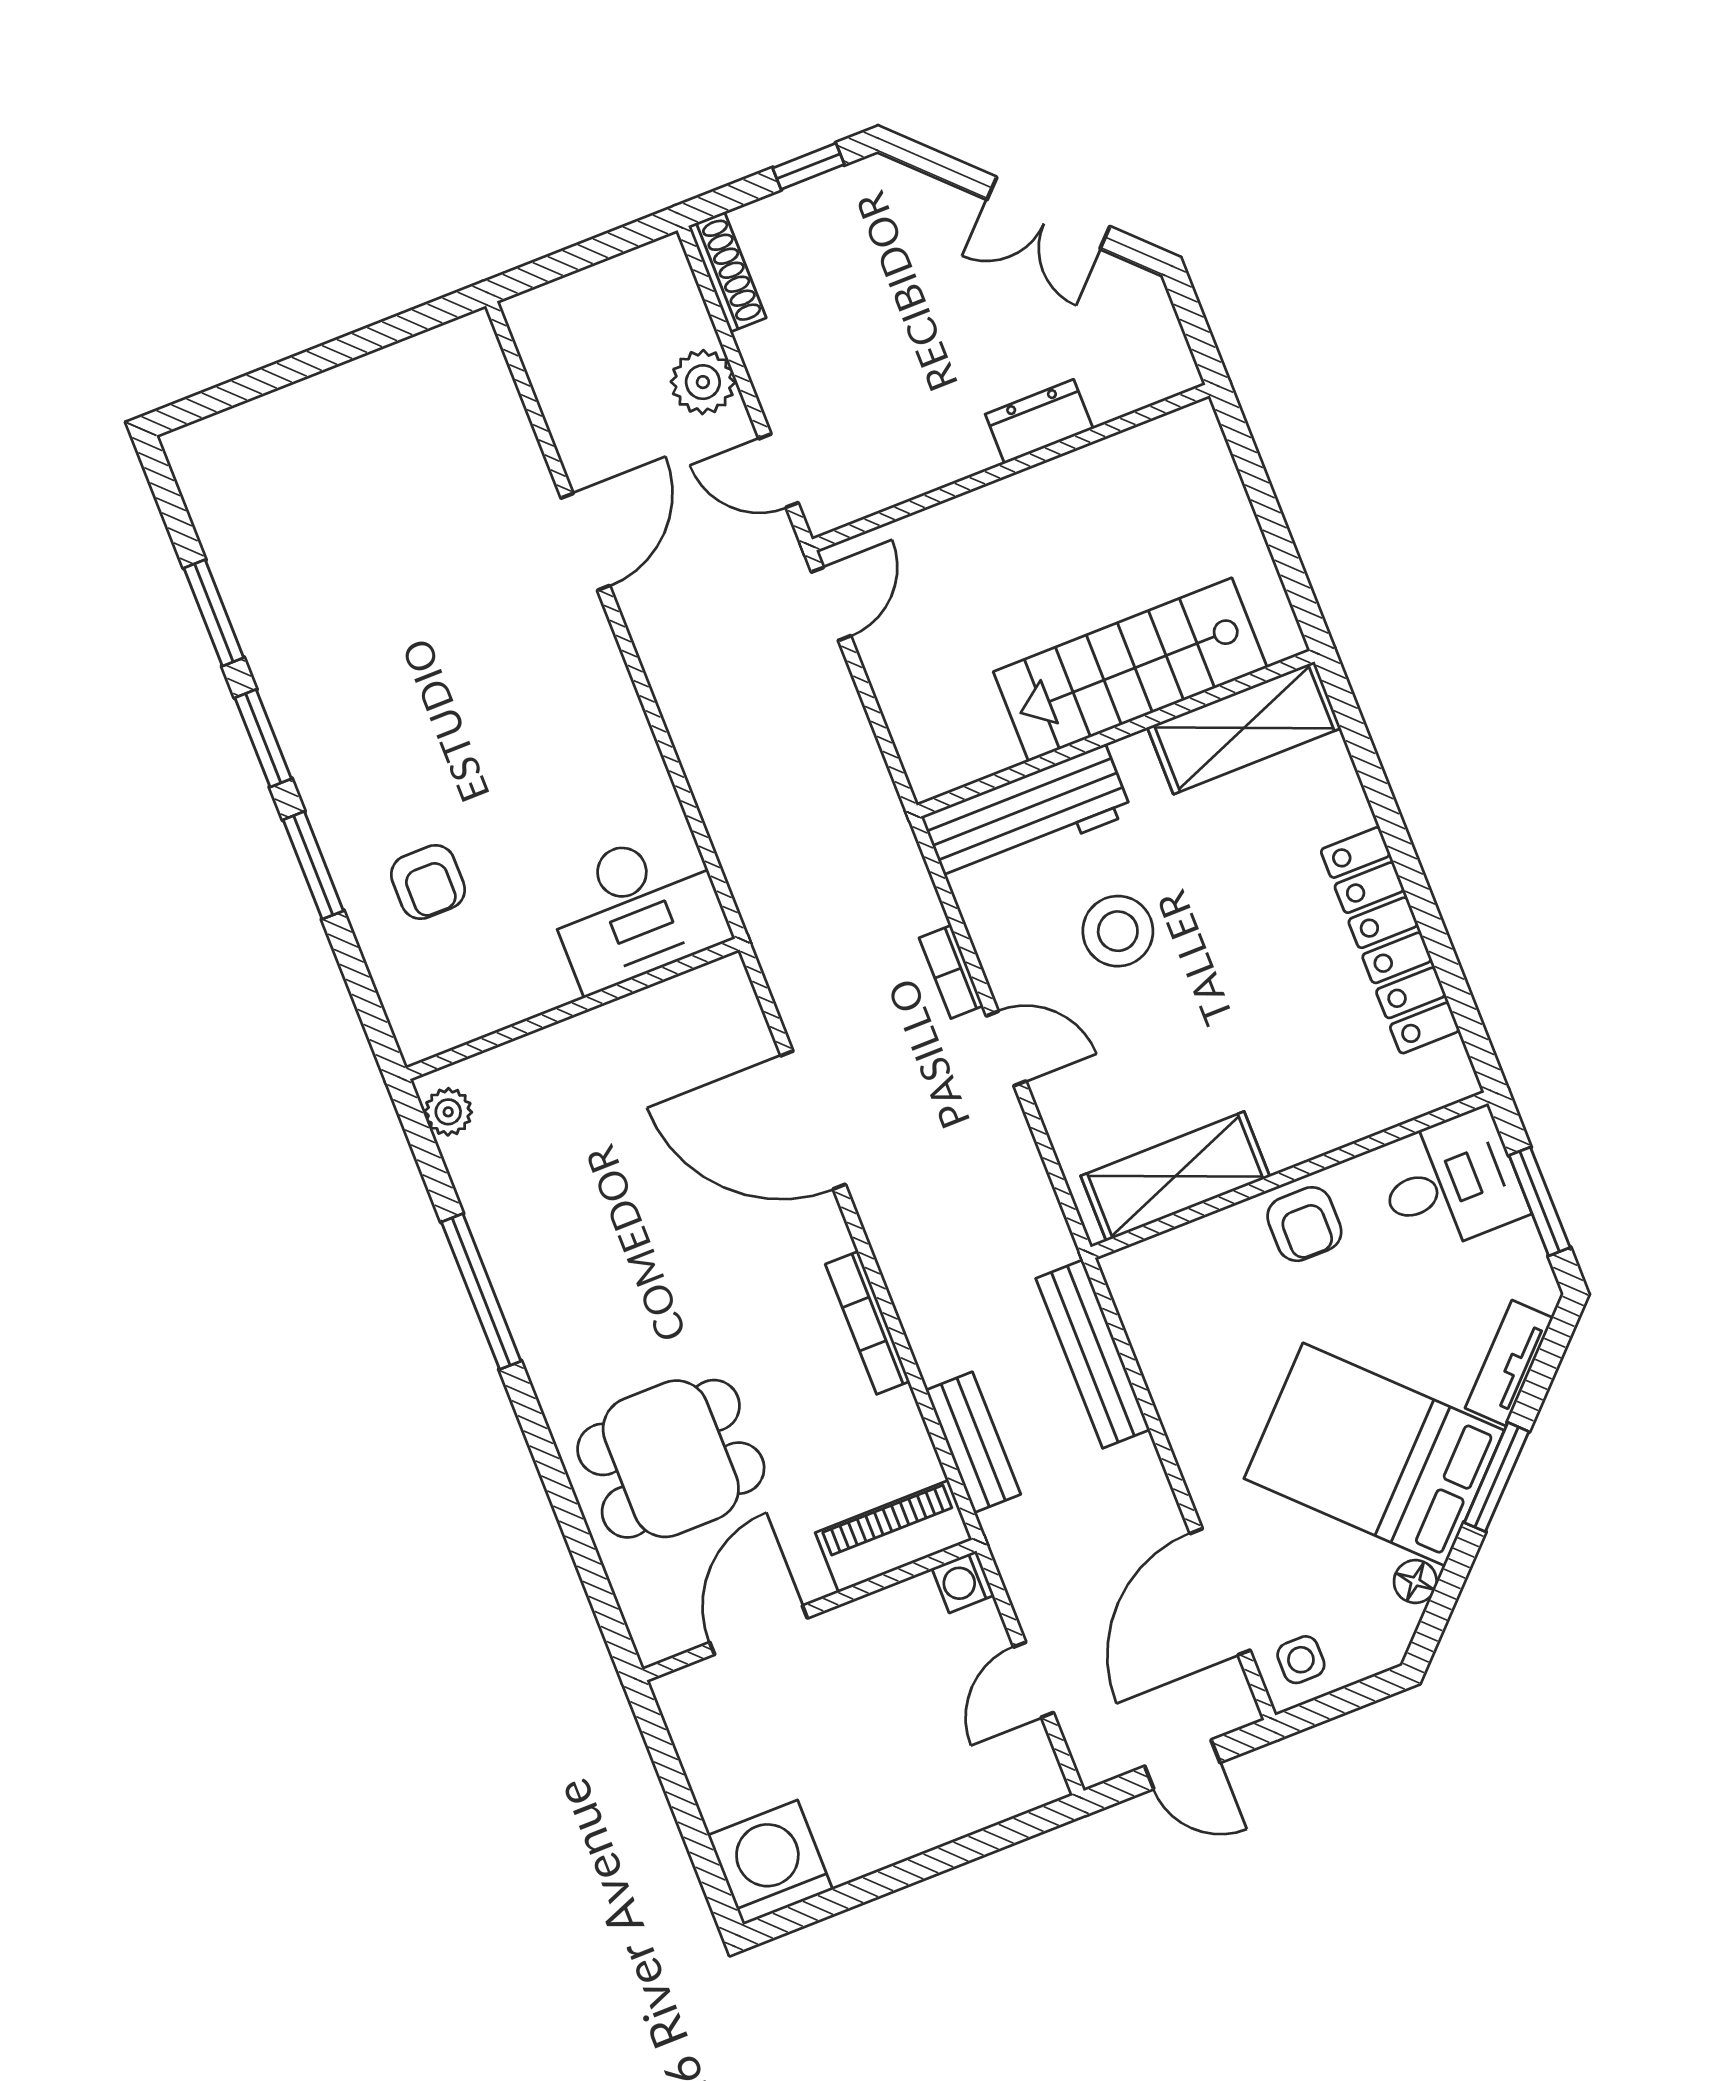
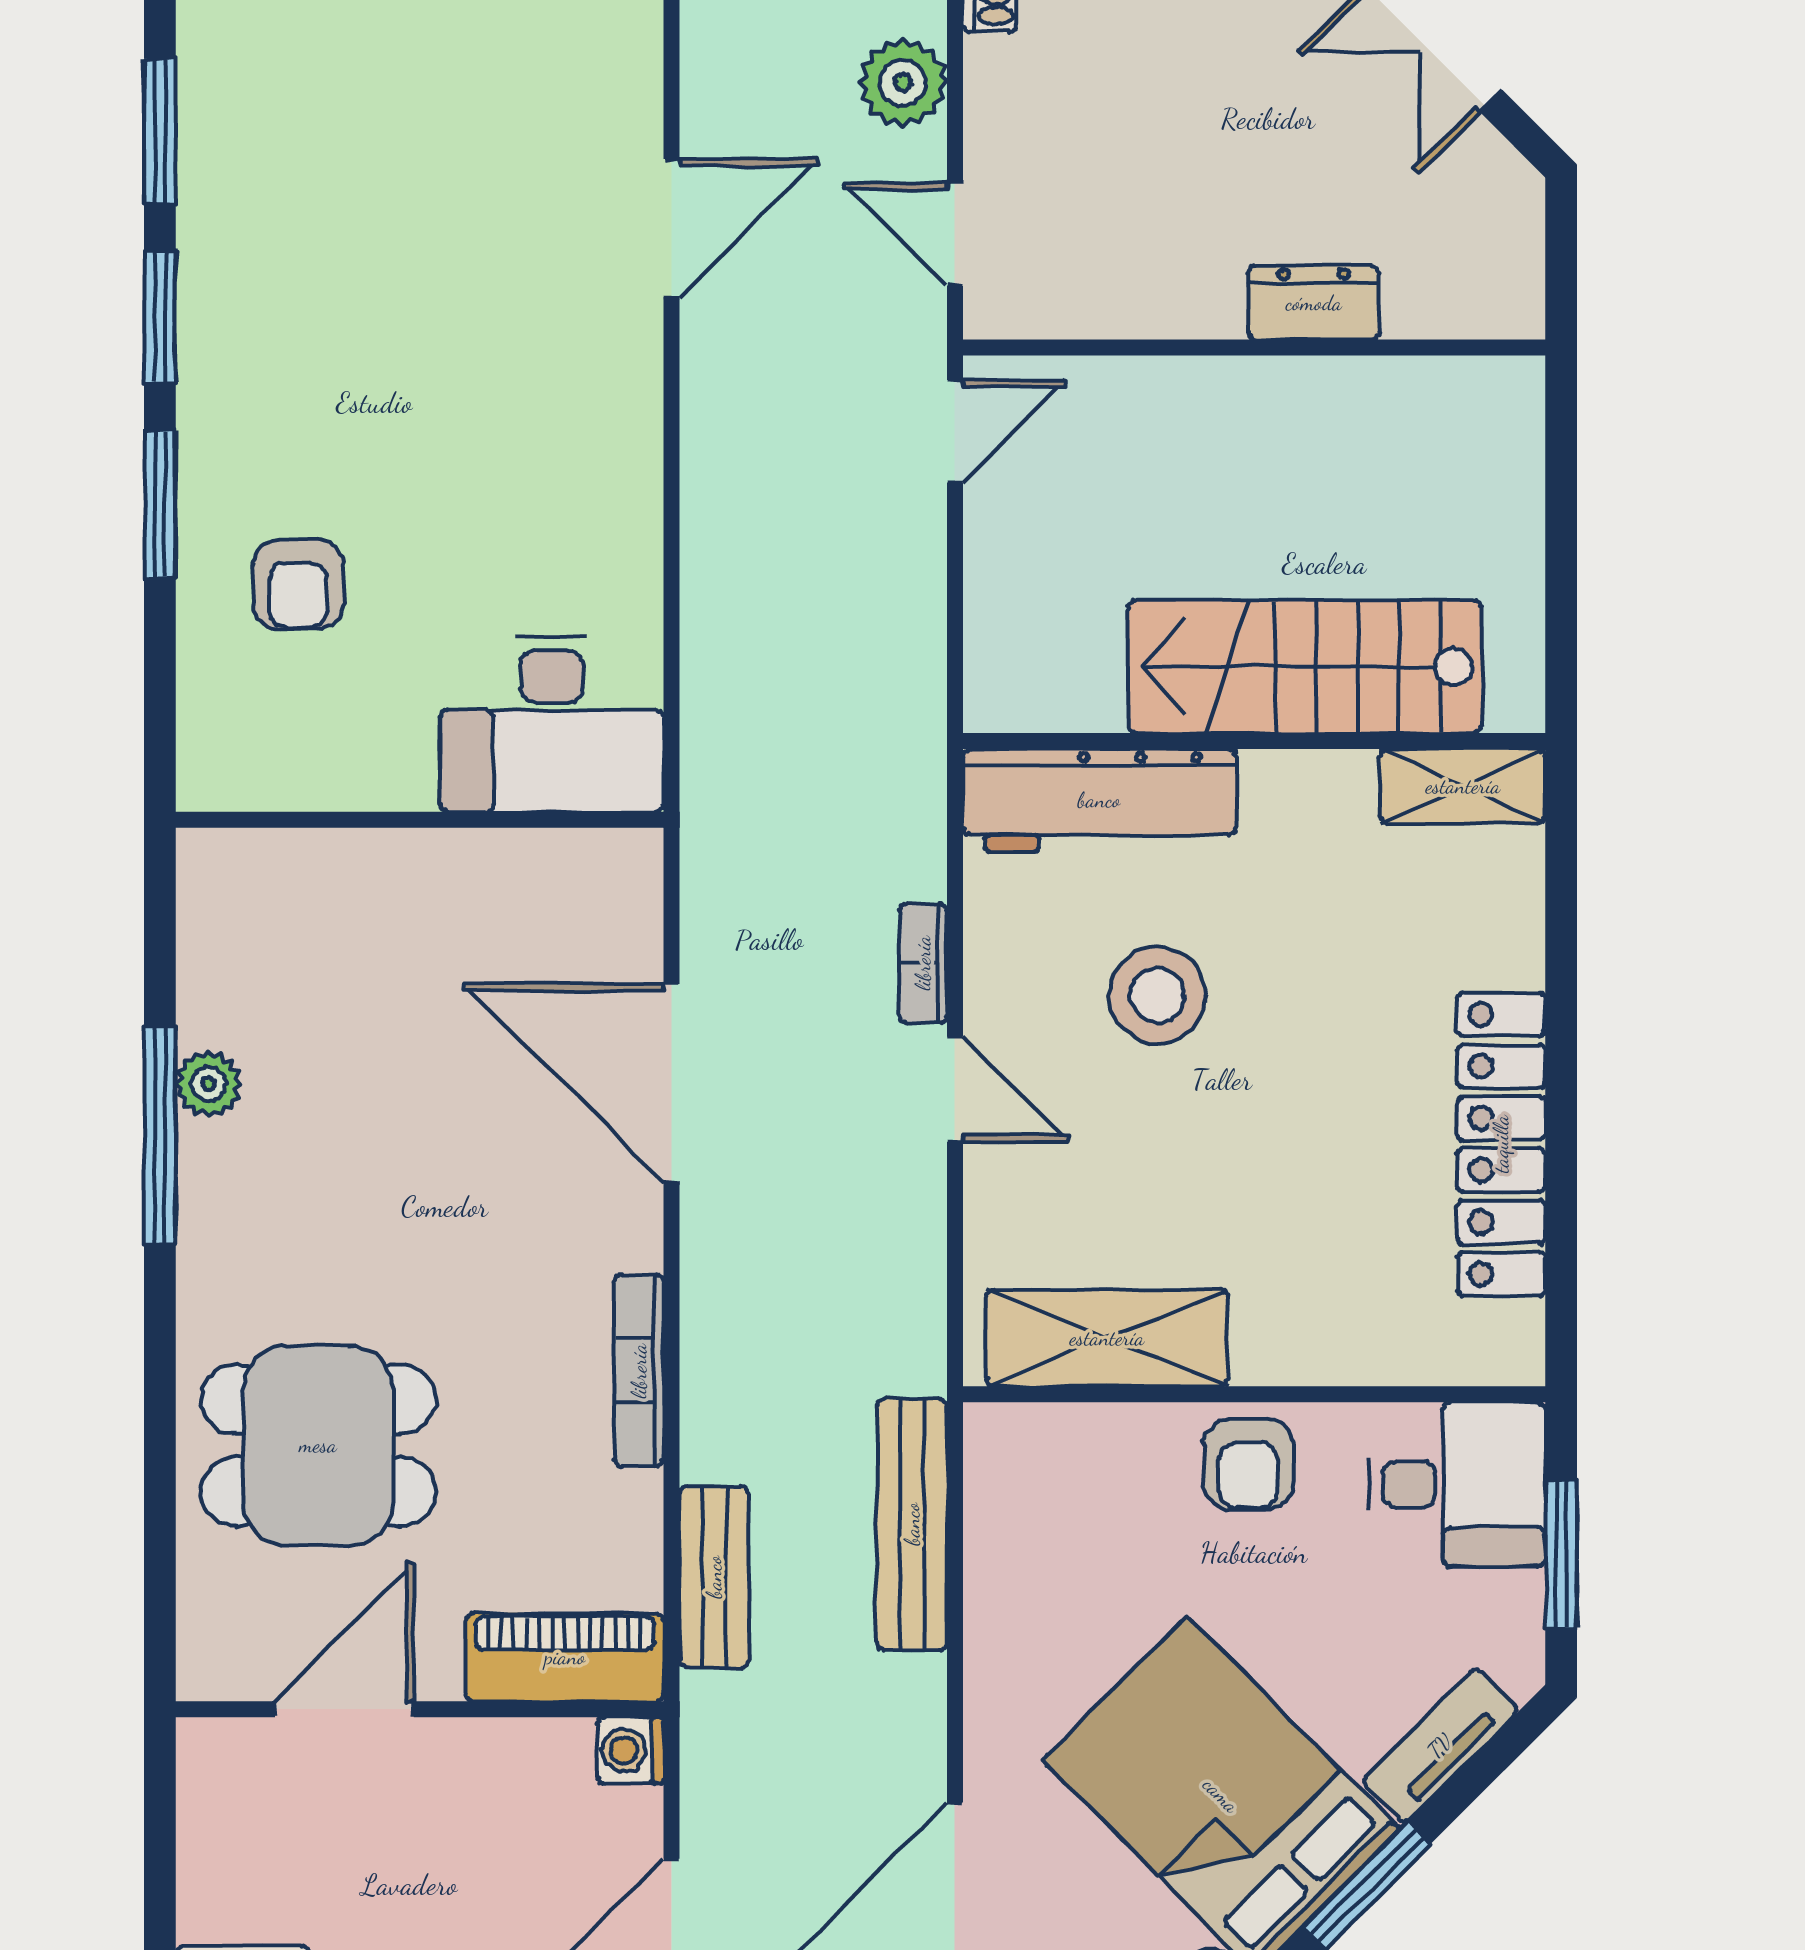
shelving: (1244, 728) -> (1463, 786), width x0.67, depth x0.75
plant: (448, 1112) -> (208, 1084), moved

